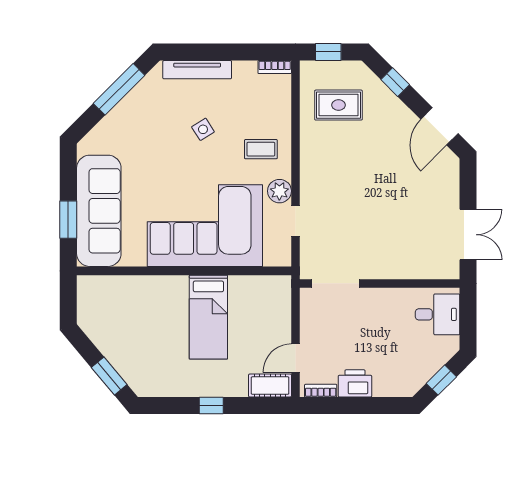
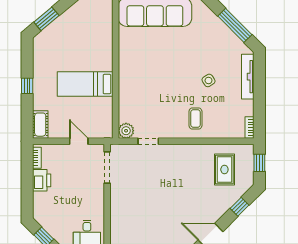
plant: (279, 191) -> (126, 131), moved
corner sofa: (205, 226) -> (145, 82), removed
door: (296, 358) -> (79, 141), moved

